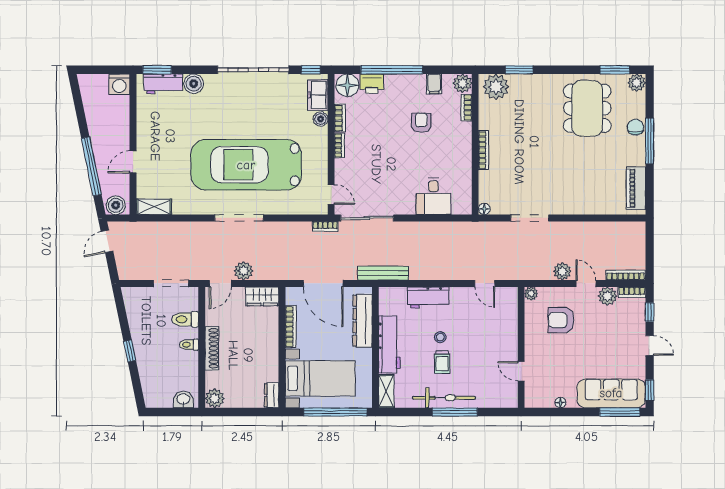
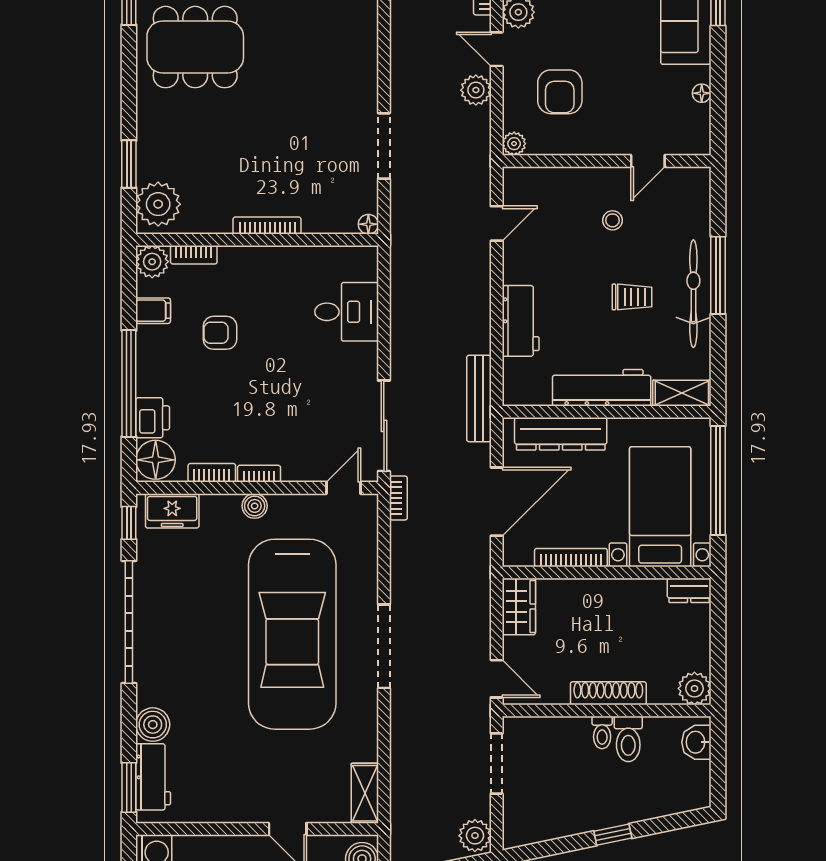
boiler: (321, 119) -> (255, 506), moved
plant: (244, 271) -> (475, 836), moved
door: (586, 283) -> (497, 49), hinge flipped
toilet: (185, 319) -> (628, 739), moved
stool: (440, 337) -> (612, 220), moved

